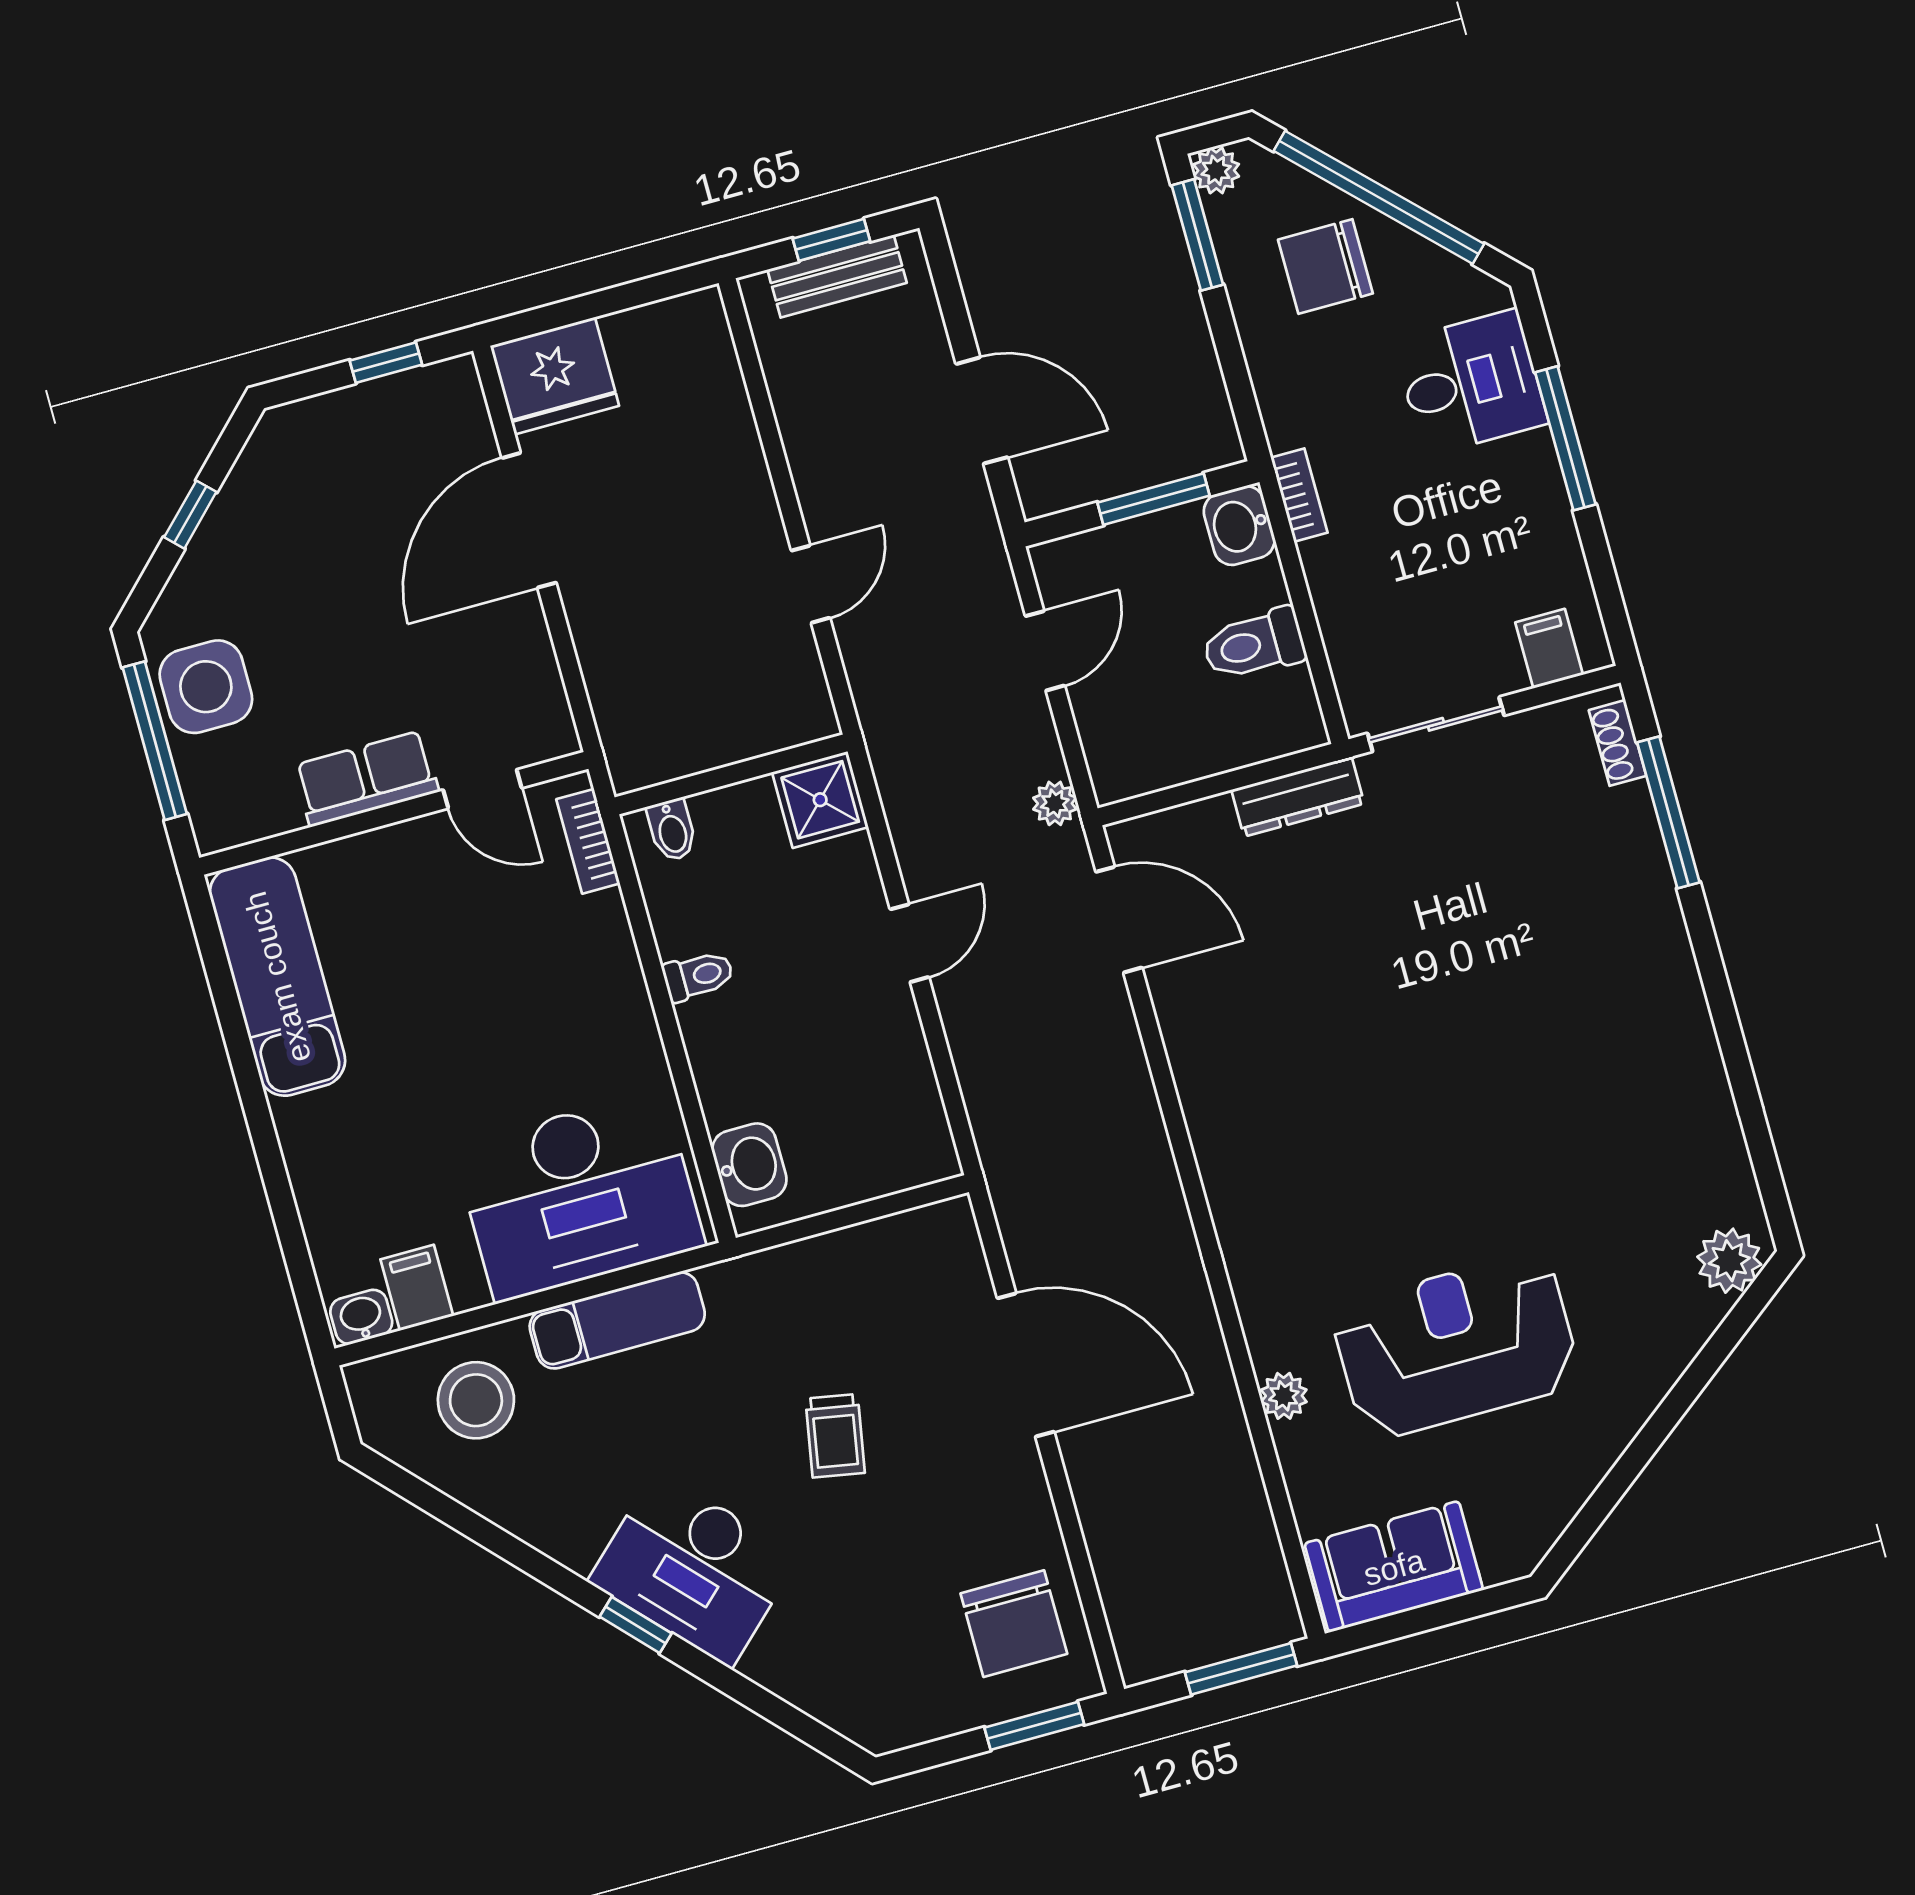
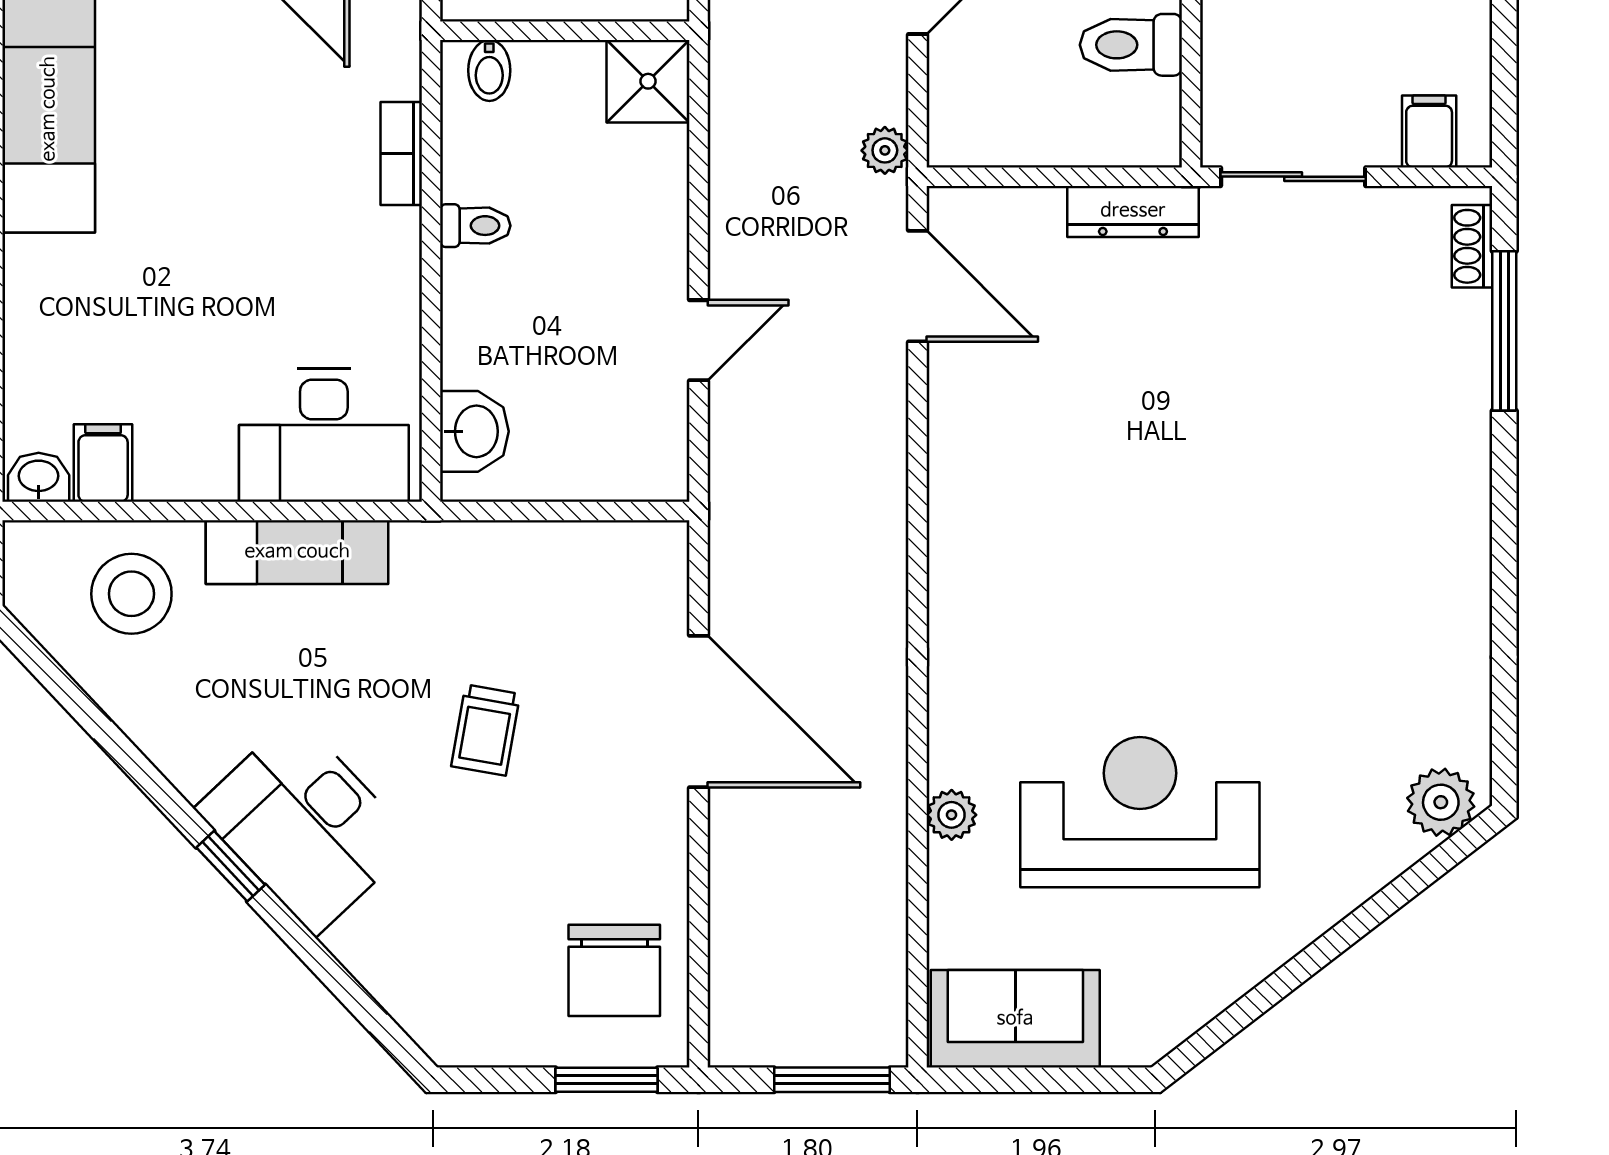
bookcase: (588, 841) -> (401, 153), moved
door: (910, 943) -> (699, 340), moved
desk: (579, 1196) -> (324, 435), width x0.73, depth x0.77

